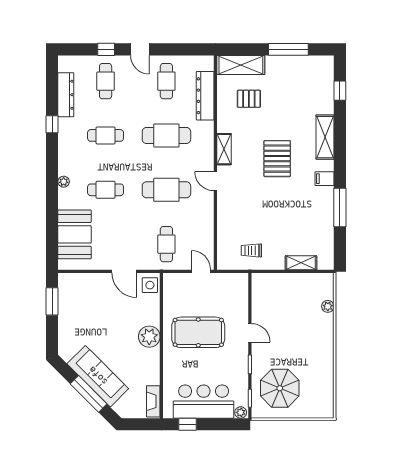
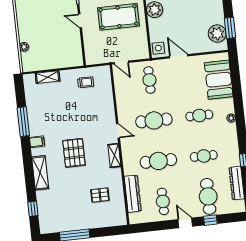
shelving: (241, 65) -> (109, 220), removed
cafe table: (106, 81) -> (208, 196), width x1.37, depth x1.35
plant: (70, 296) -> (217, 34), added

